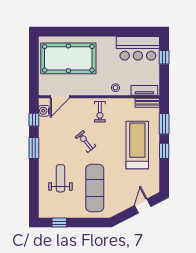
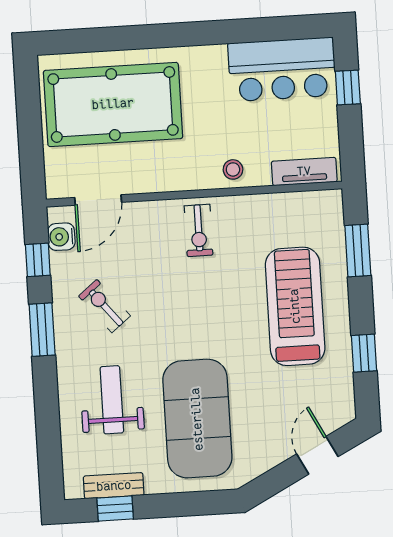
bench: (147, 103) -> (114, 486), moved
exercise bike: (86, 142) -> (104, 306), moved
window: (164, 151) -> (364, 353), moved
exercise mat: (95, 188) -> (197, 419), width x1.47

